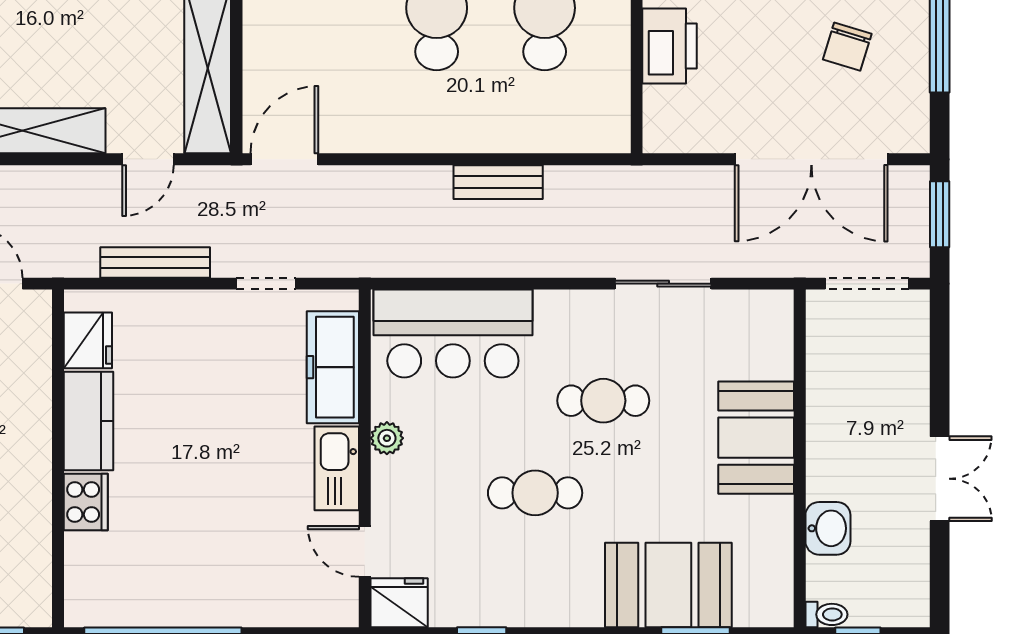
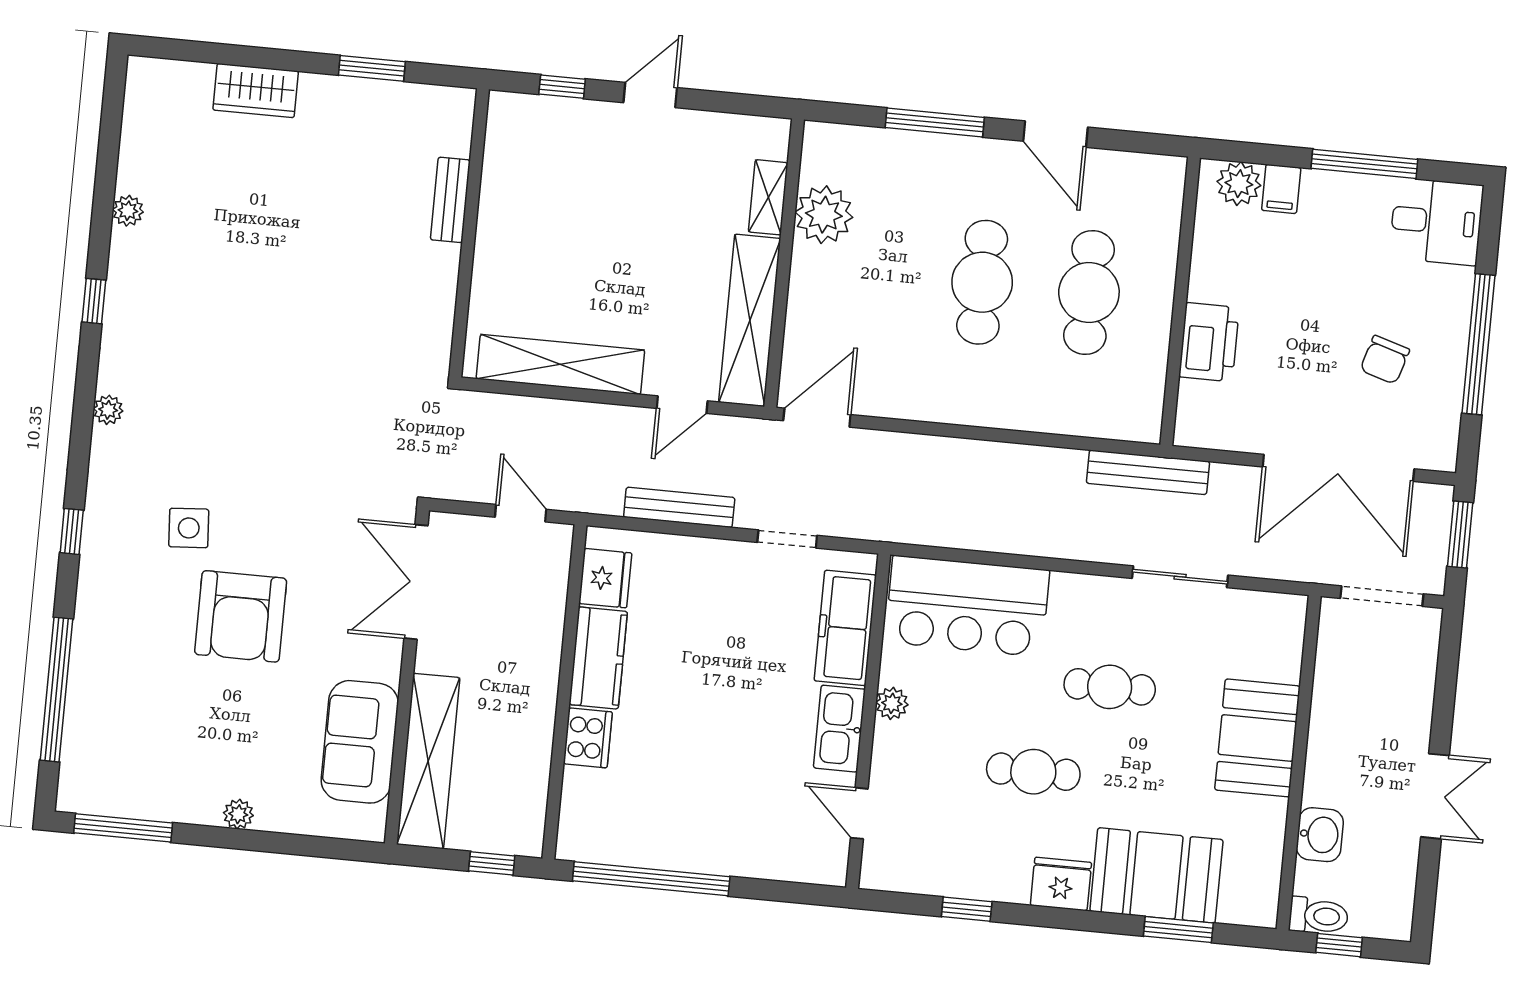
bench: (498, 182) -> (1148, 472), moved, width x1.36
fridge: (399, 603) -> (1061, 884), moved
toilet: (826, 614) -> (1319, 916), width x1.37, depth x1.39

